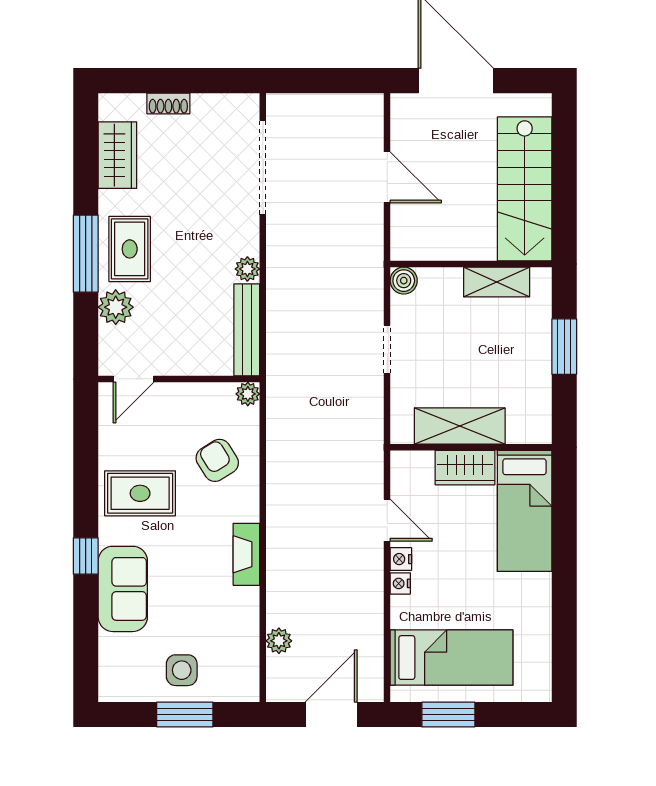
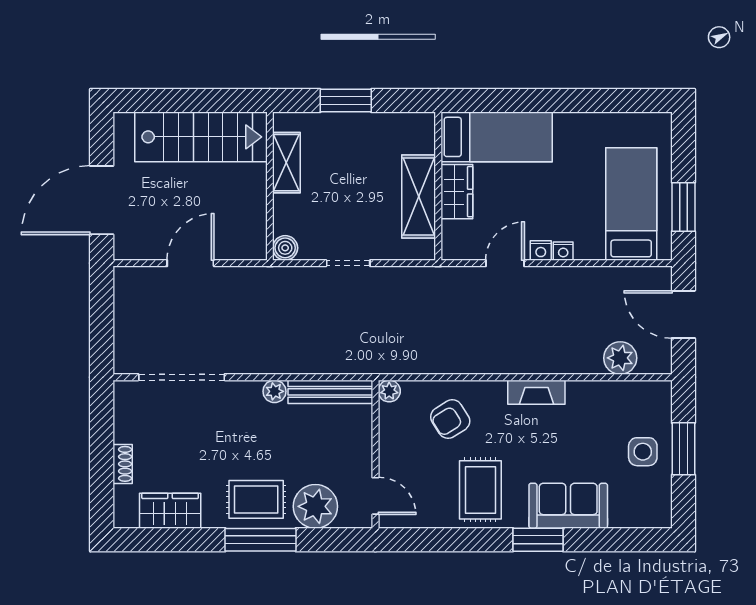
plant: (116, 307) -> (315, 506), width x1.36, depth x1.36
window: (86, 556) -> (538, 540), width x1.50
plant: (279, 641) -> (620, 358), width x1.38, depth x1.38

